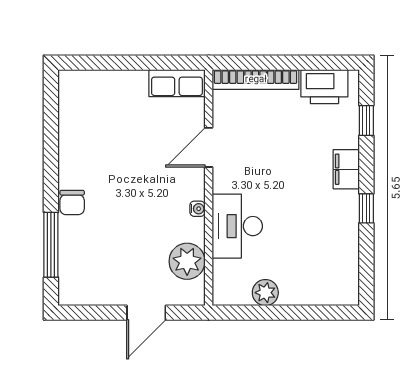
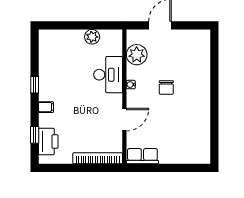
printer: (324, 87) -> (48, 141), moved, turned 90
filing cabinet: (346, 169) -> (46, 107), width x0.50
chair: (72, 202) -> (166, 87), moved, turned 180
window: (51, 245) -> (214, 64), removed

